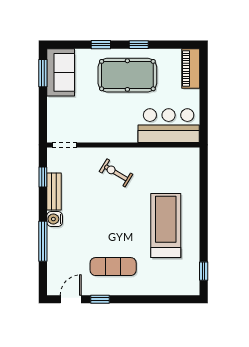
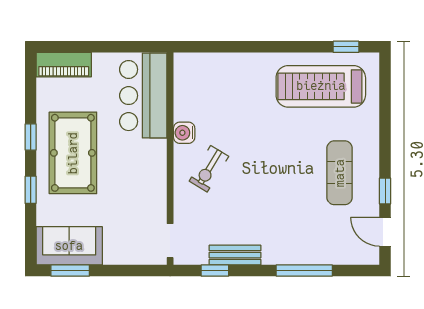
water cooler: (55, 219) -> (184, 133), moved, turned 90
treadmill: (166, 226) -> (321, 86), moved

